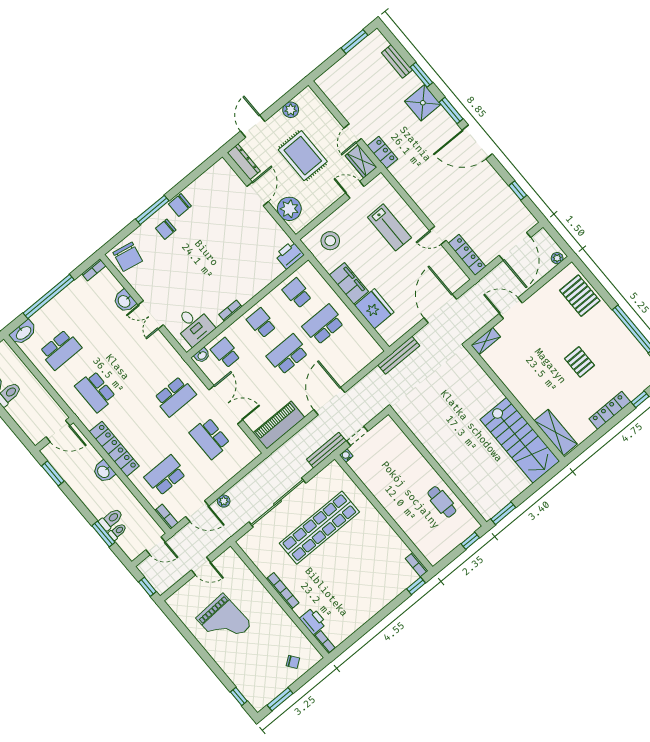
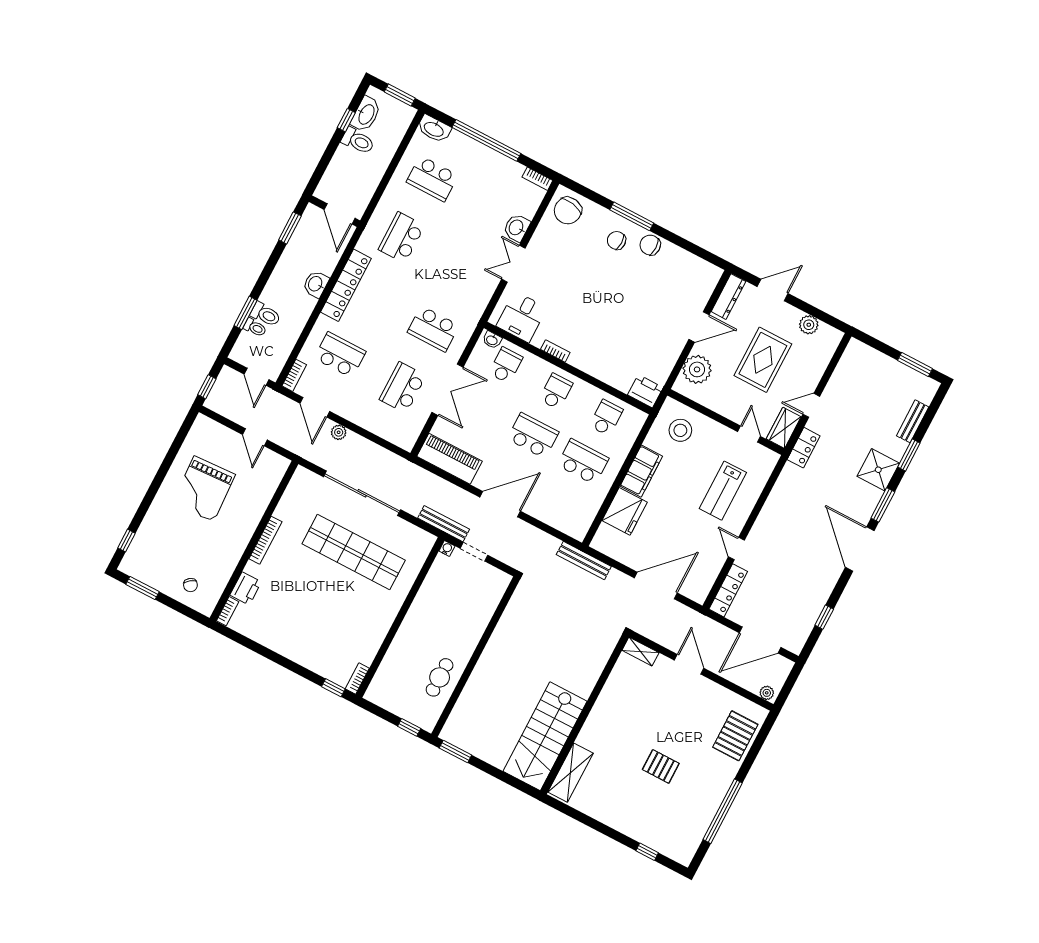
pallet: (579, 362) -> (661, 766), turned 90
locker: (610, 410) -> (621, 823), removed

